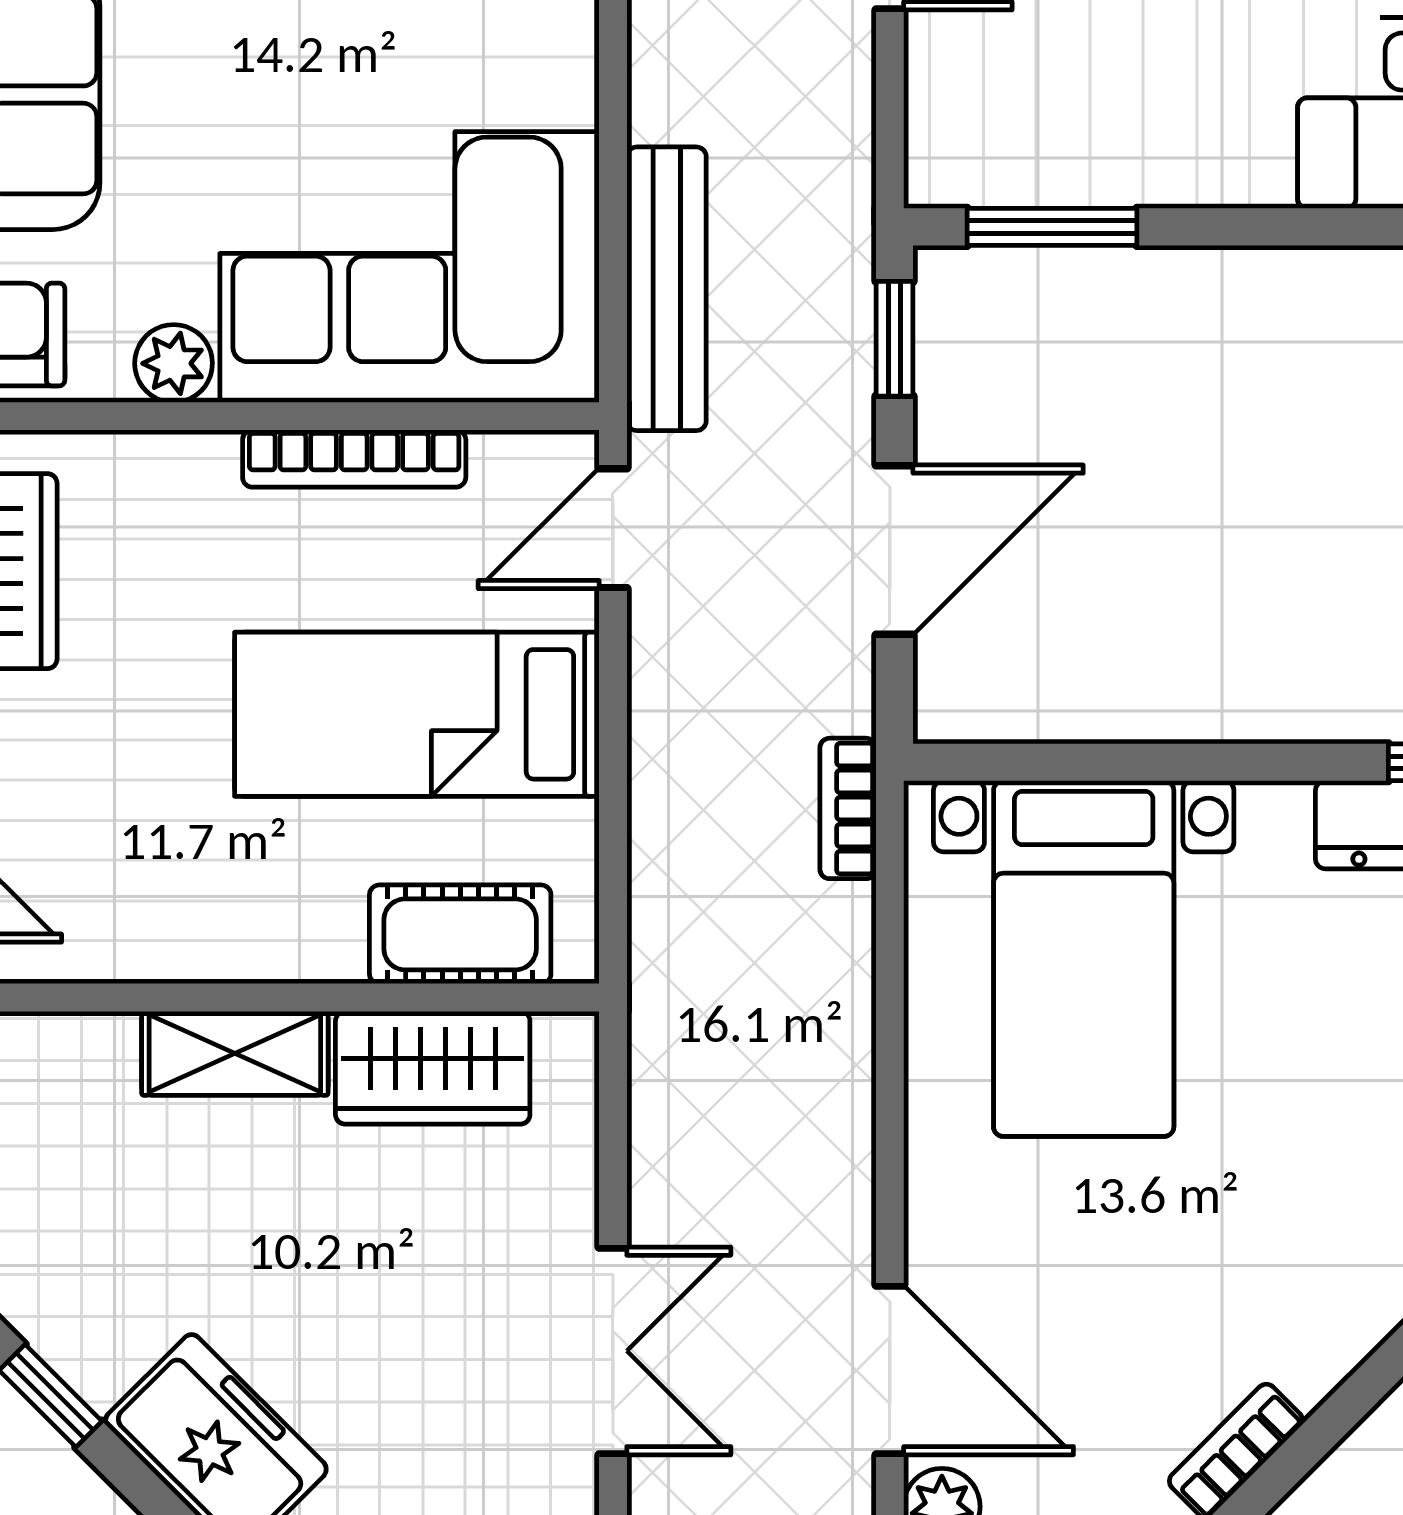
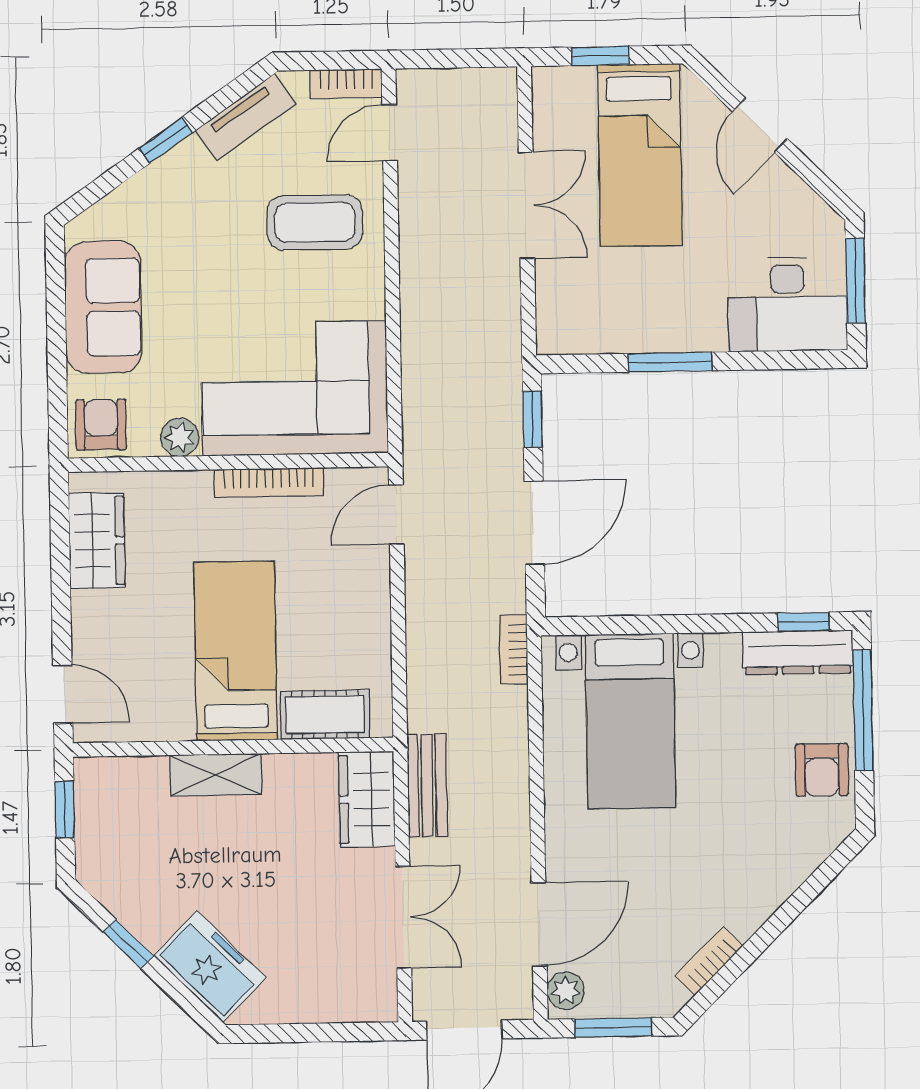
window: (1052, 227) -> (670, 362), moved
bench: (667, 289) -> (427, 785), moved, width x0.73
bed: (417, 714) -> (236, 651), moved, turned 90
wardrobe: (433, 1068) -> (367, 799), moved, turned 90
door: (890, 1370) -> (539, 924), hinge flipped

